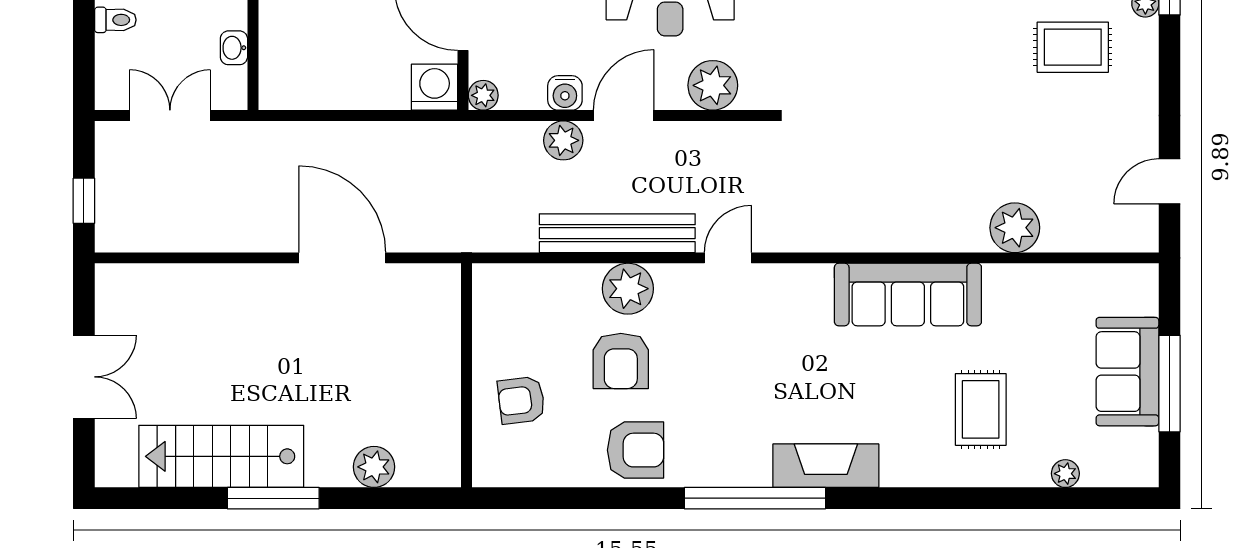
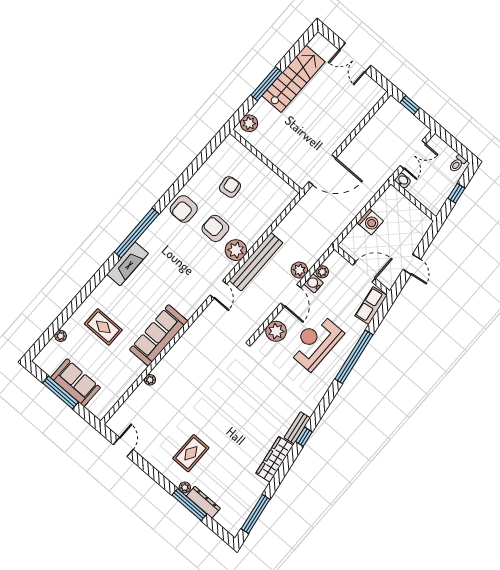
washbasin: (234, 48) -> (403, 181), moved
washing machine: (435, 87) -> (370, 222), moved
plant: (483, 95) -> (322, 272), moved
plant: (1015, 228) -> (150, 380), width x0.53, depth x0.53
wall: (467, 375) -> (266, 161), moved

